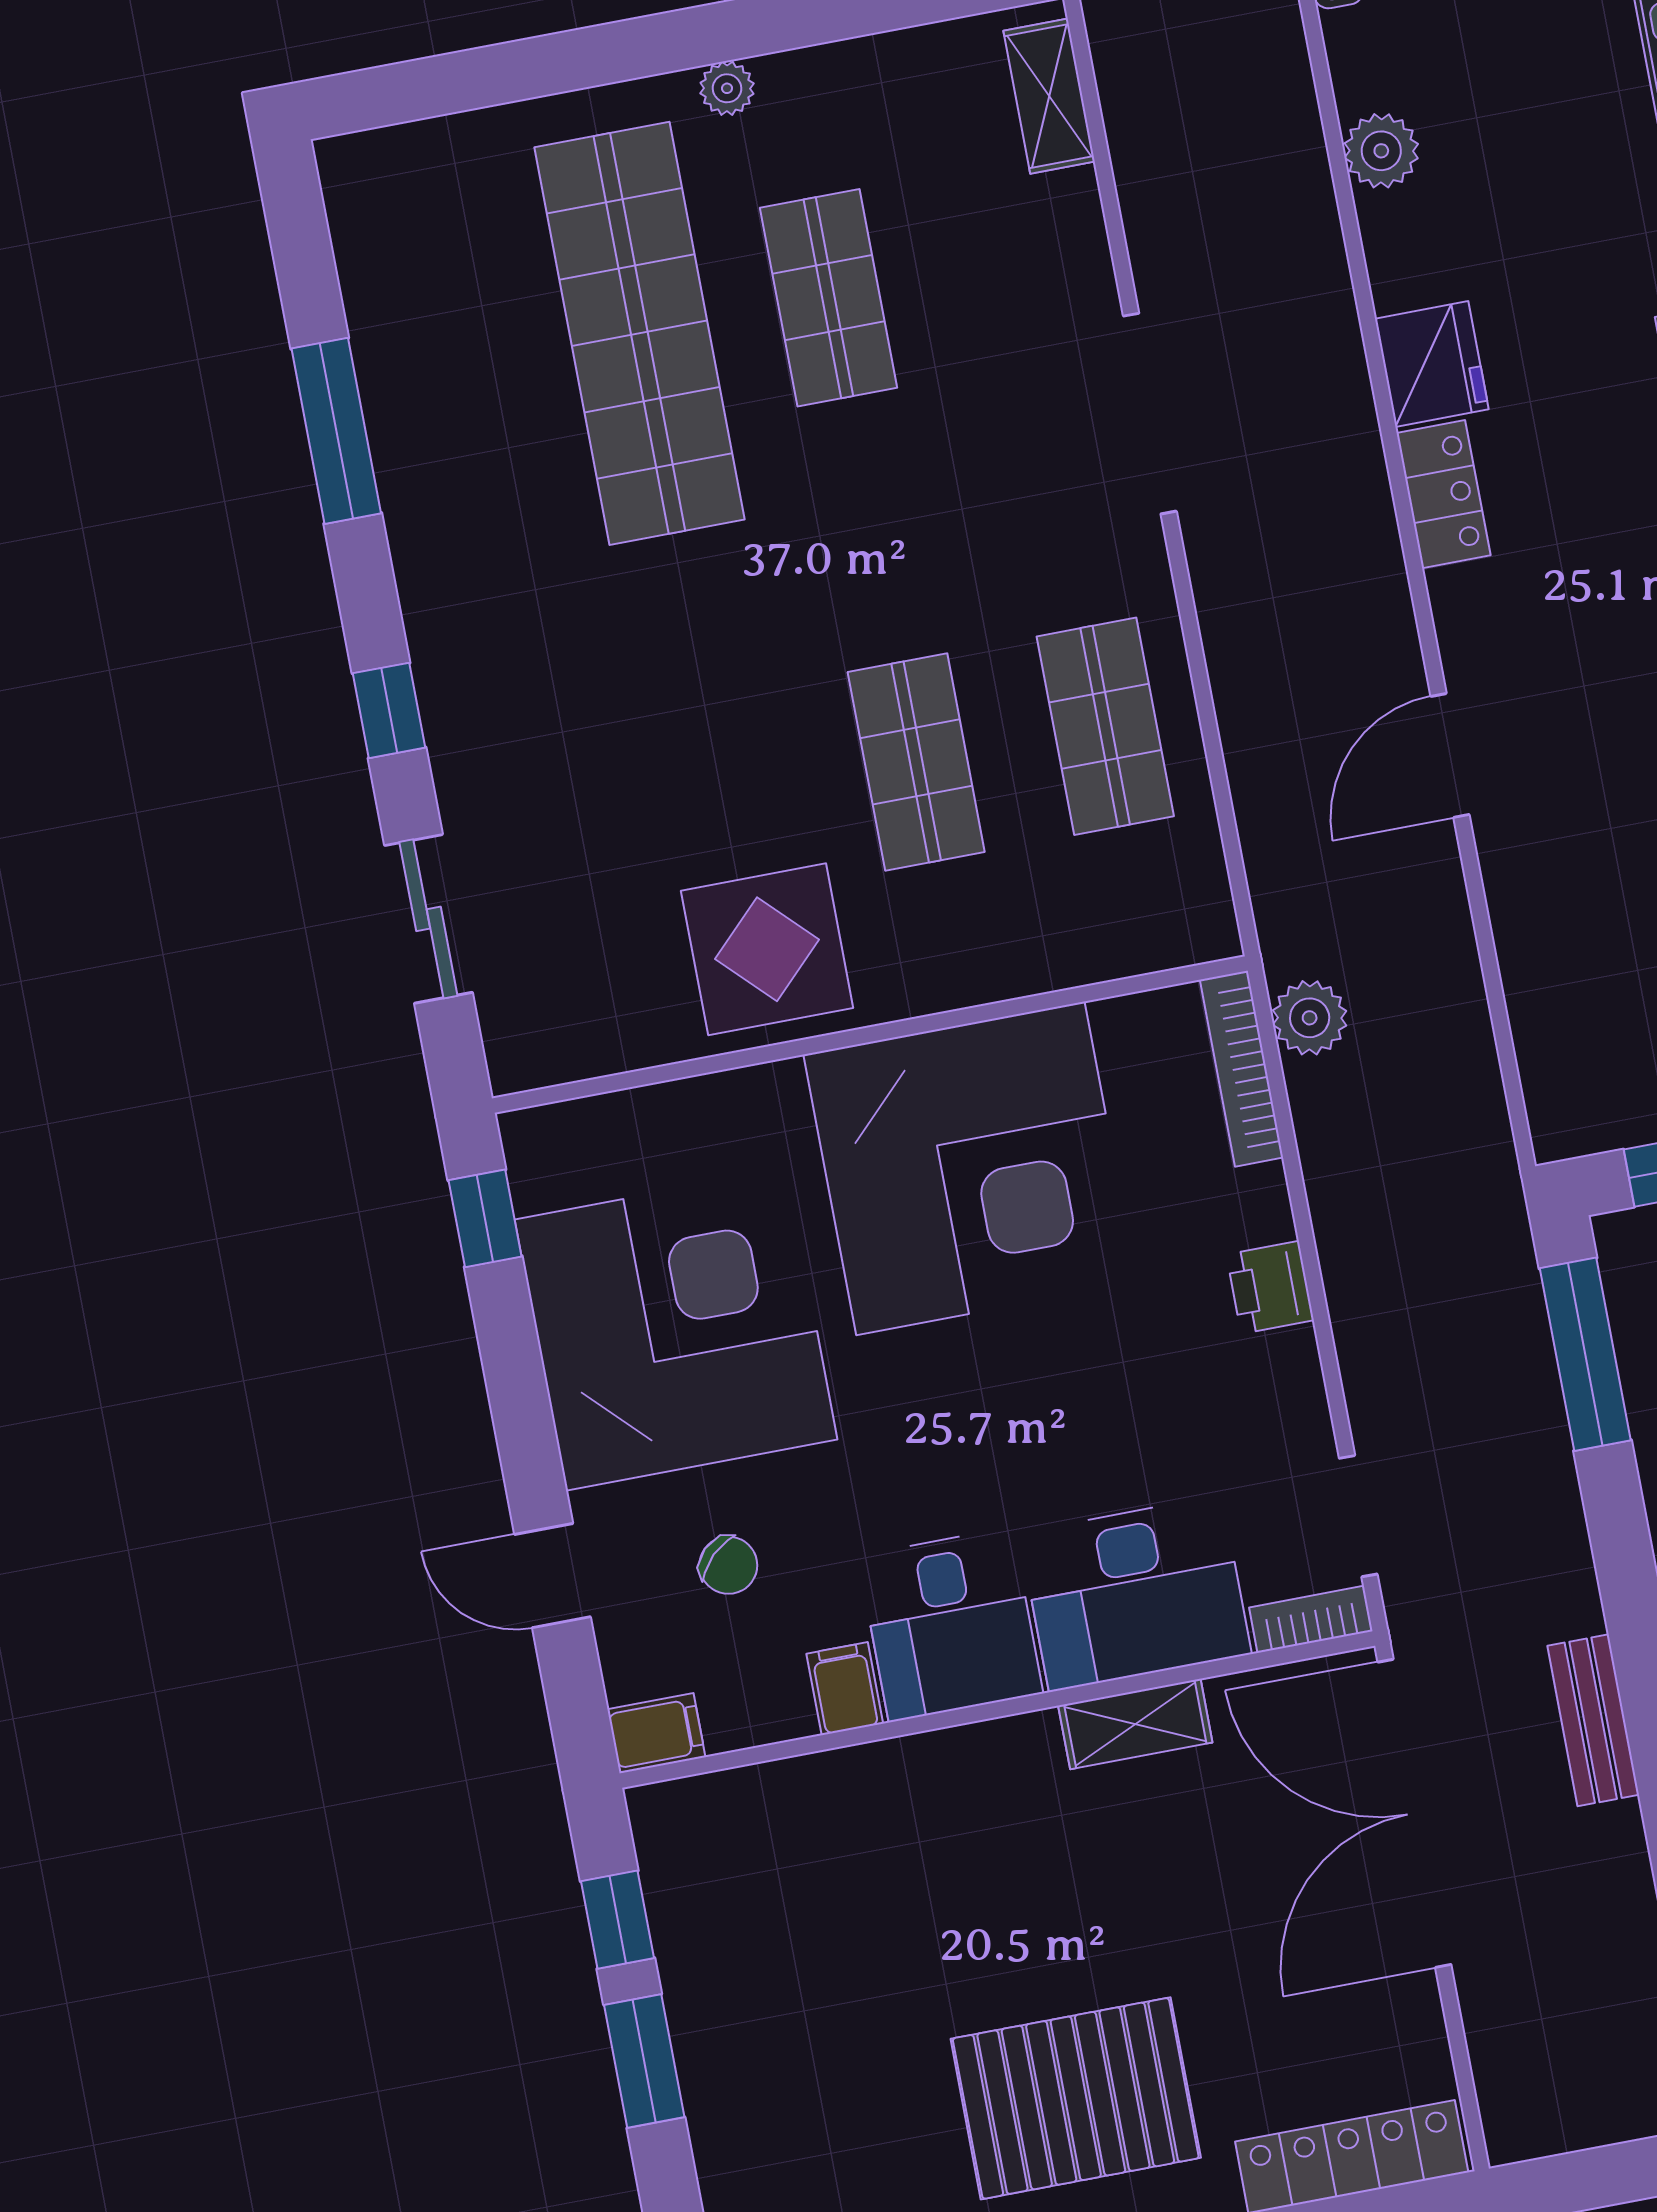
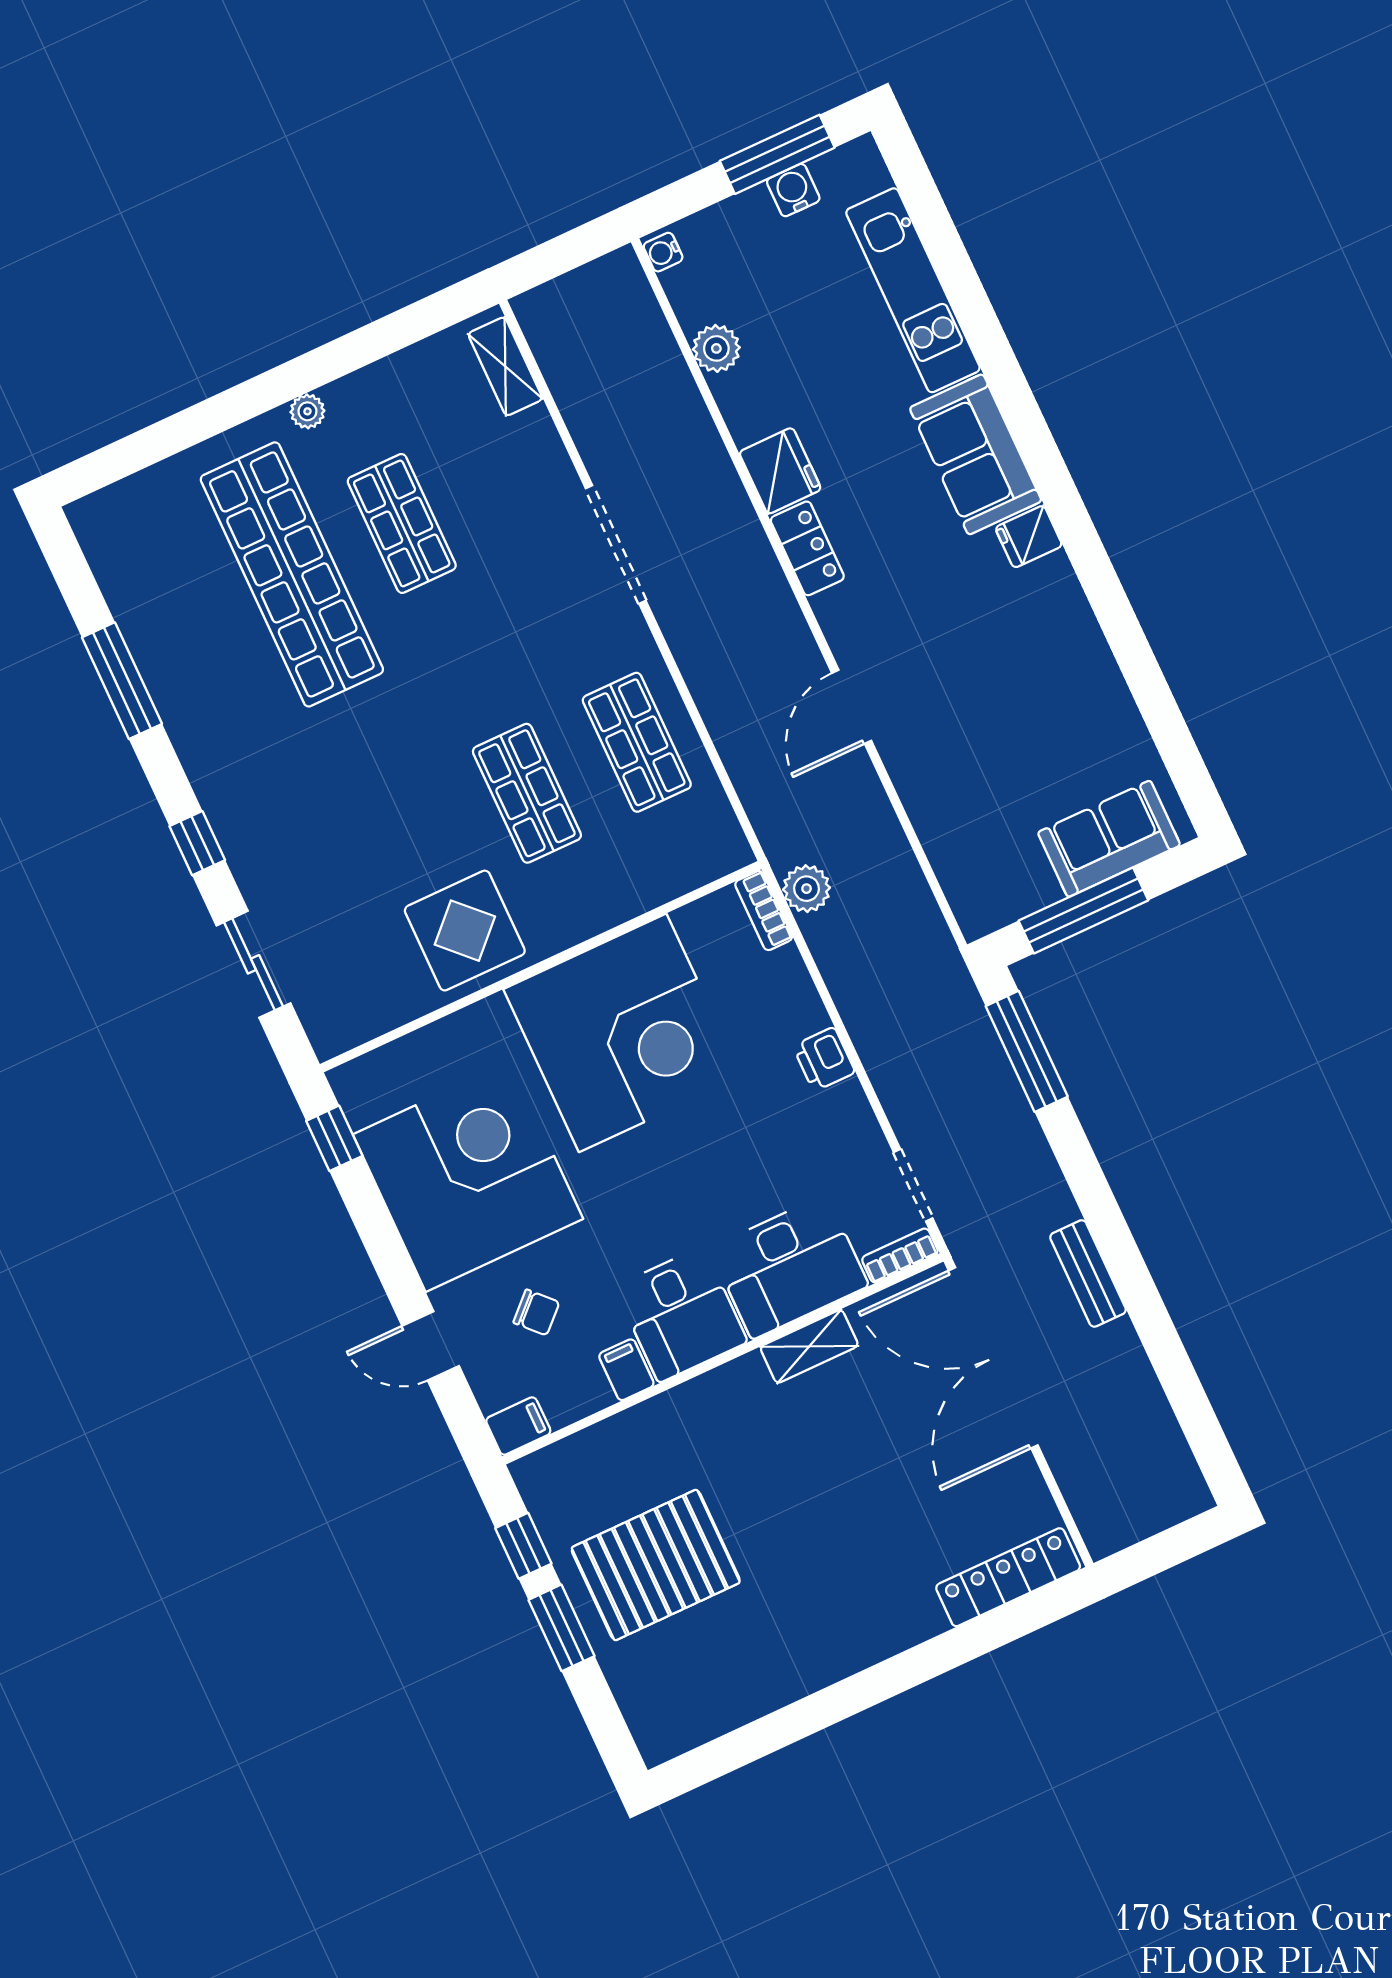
bookcase: (1241, 1069) -> (764, 911), width x0.64
pallet: (1076, 2098) -> (656, 1565), moved

